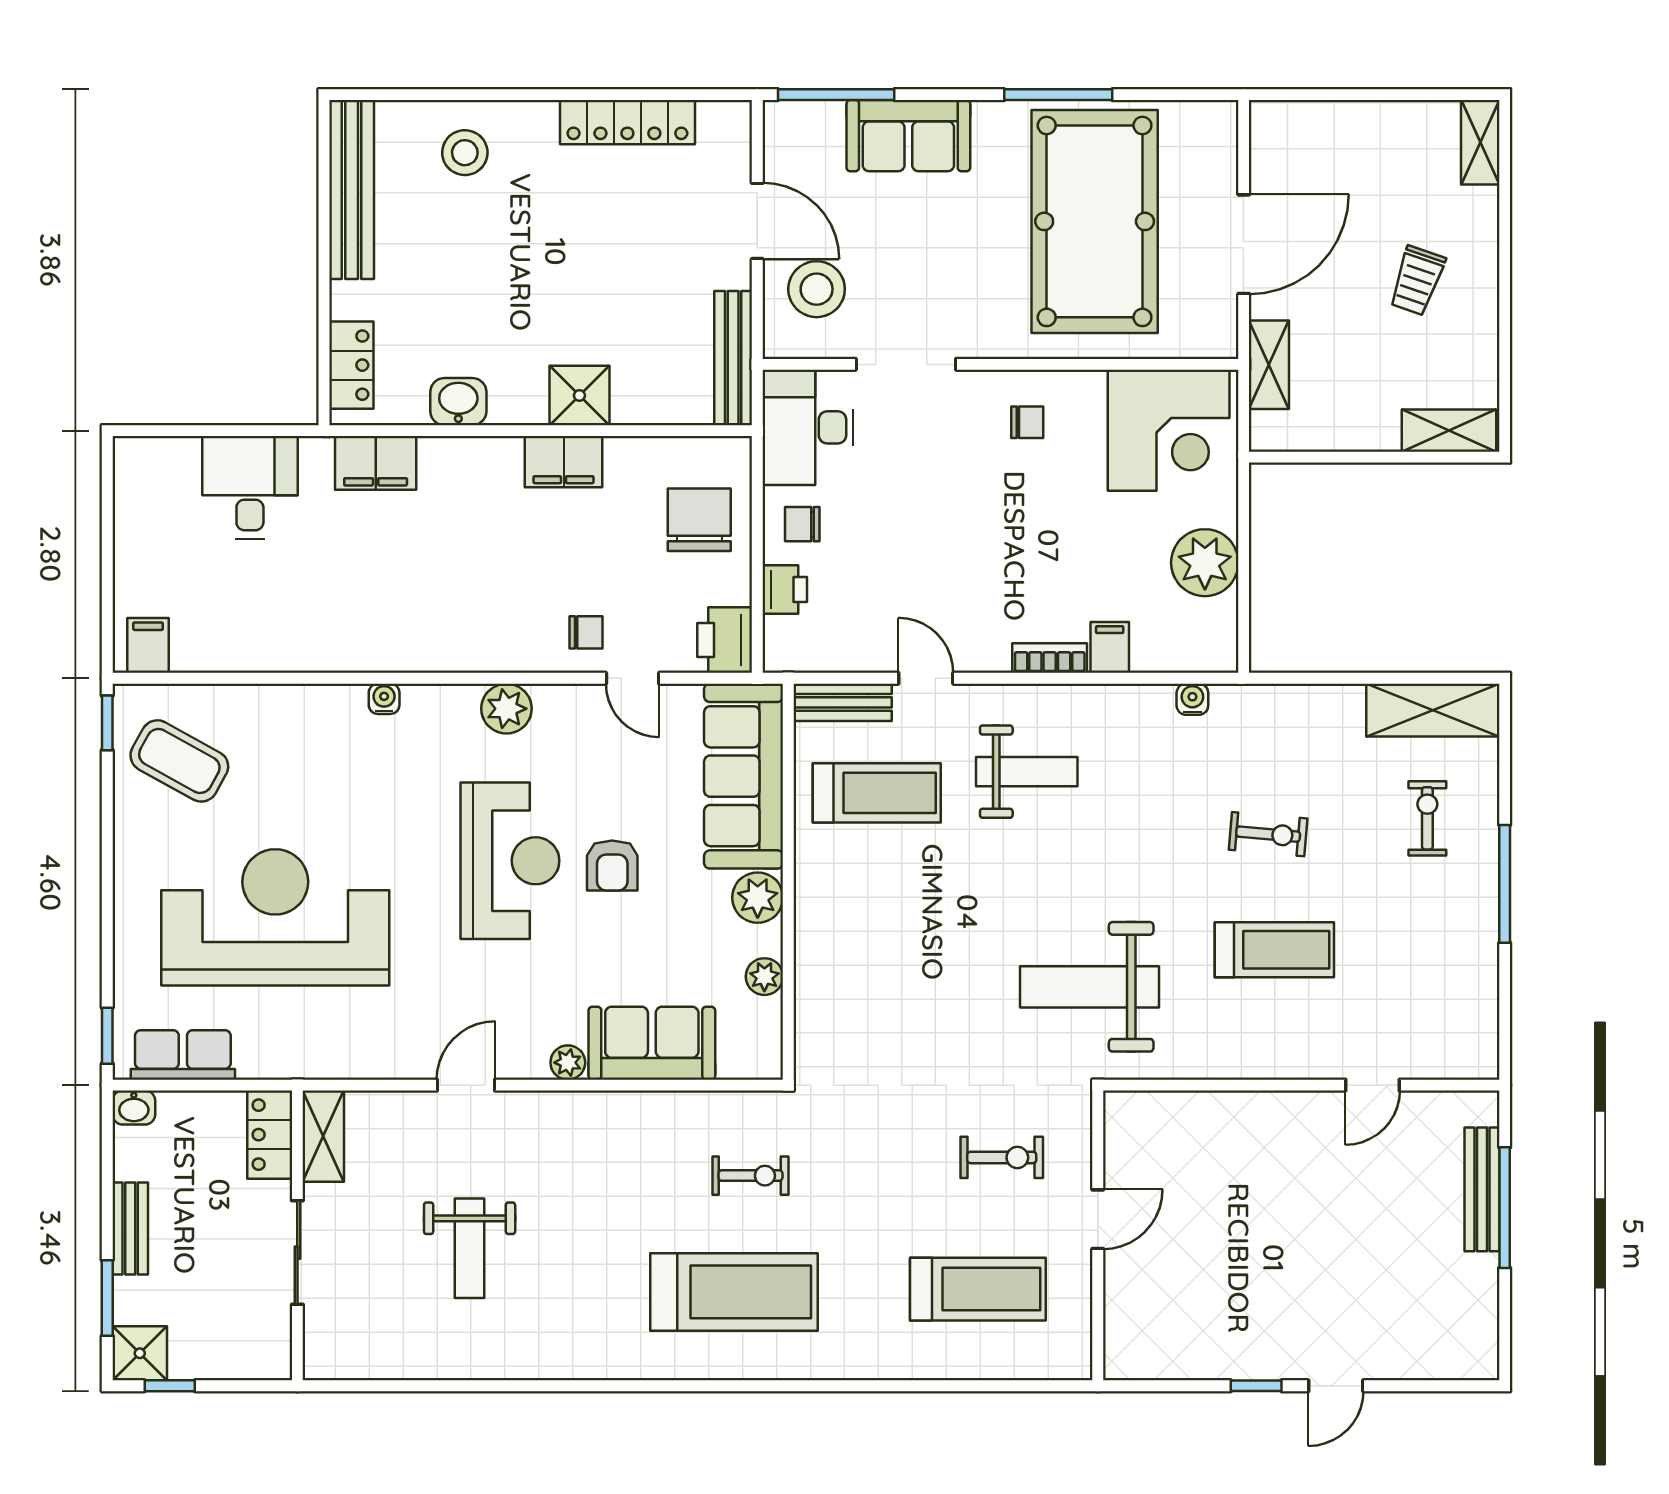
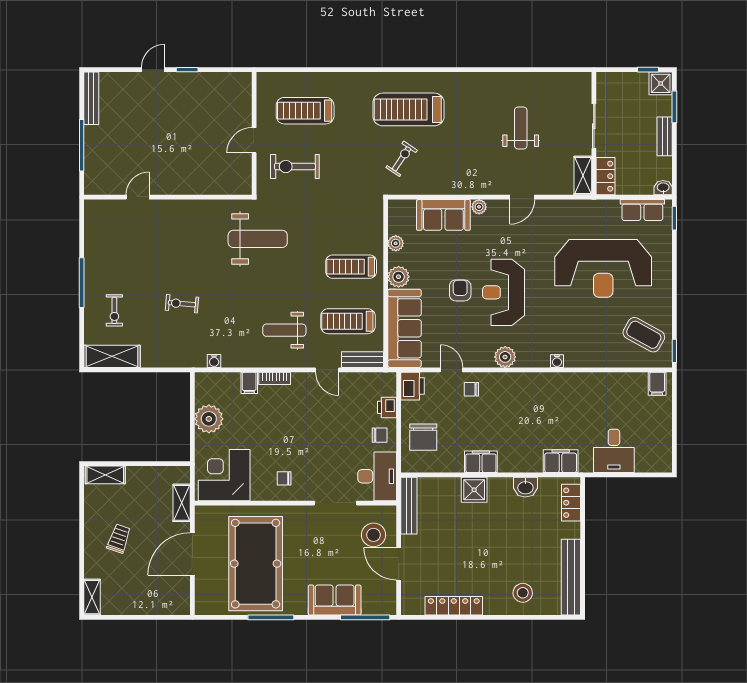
treadmill: (1274, 950) -> (351, 267), moved
exercise bike: (1002, 1157) -> (295, 167), width x1.38, depth x1.39
exercise bike: (751, 1176) -> (402, 159), turned 124
bench: (1482, 1189) -> (91, 98), moved

